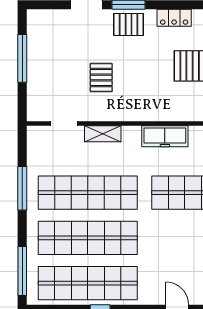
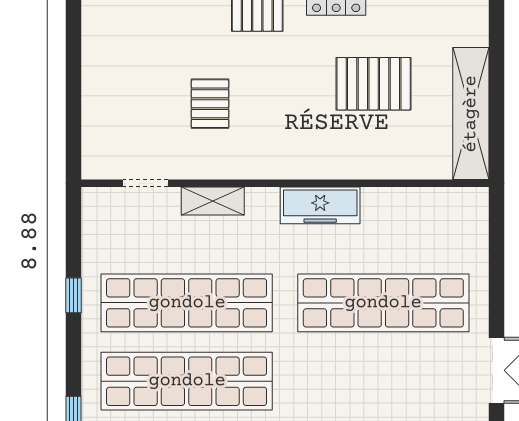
window: (22, 58) -> (73, 70), removed
window: (22, 188) -> (73, 295), width x0.46

